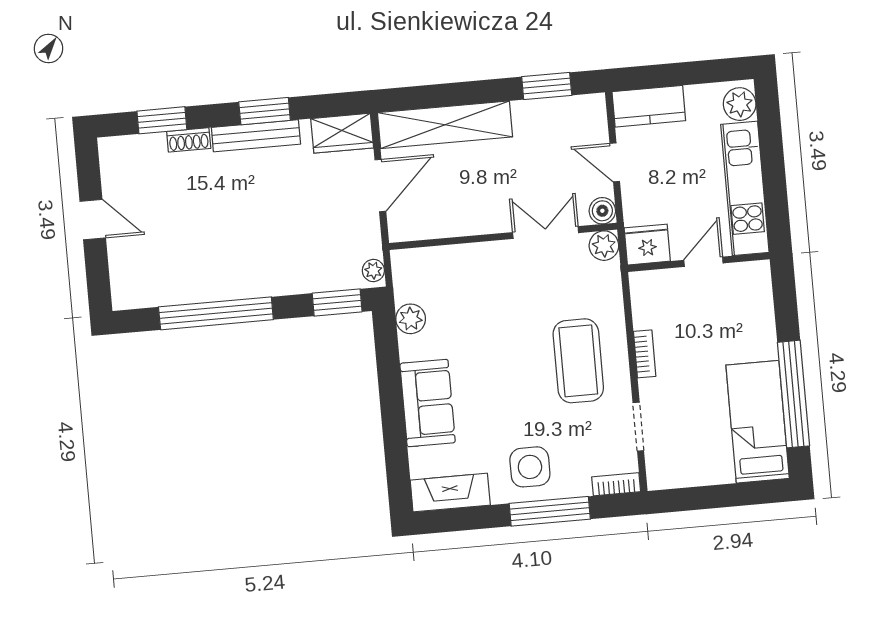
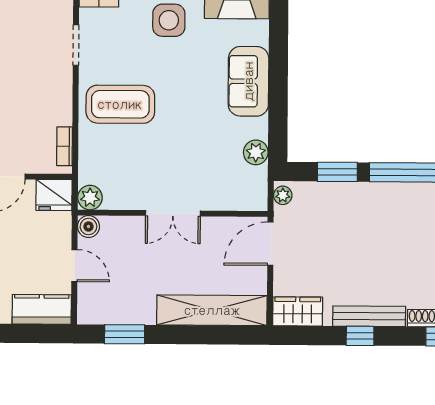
window: (265, 111) -> (360, 336), width x0.67
door: (380, 186) -> (270, 244), moved
double door: (546, 233) -> (173, 213), moved
window: (337, 302) -> (337, 172), moved
bookcase: (645, 354) -> (65, 146), moved
coffee table: (578, 361) -> (120, 104), turned 90

